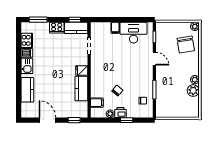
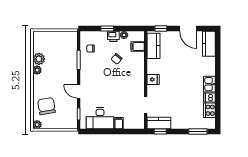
cooker: (57, 28) -> (179, 123), removed
kitchen counter: (81, 89) -> (154, 46), moved
kitchen counter: (27, 90) -> (209, 44), moved

